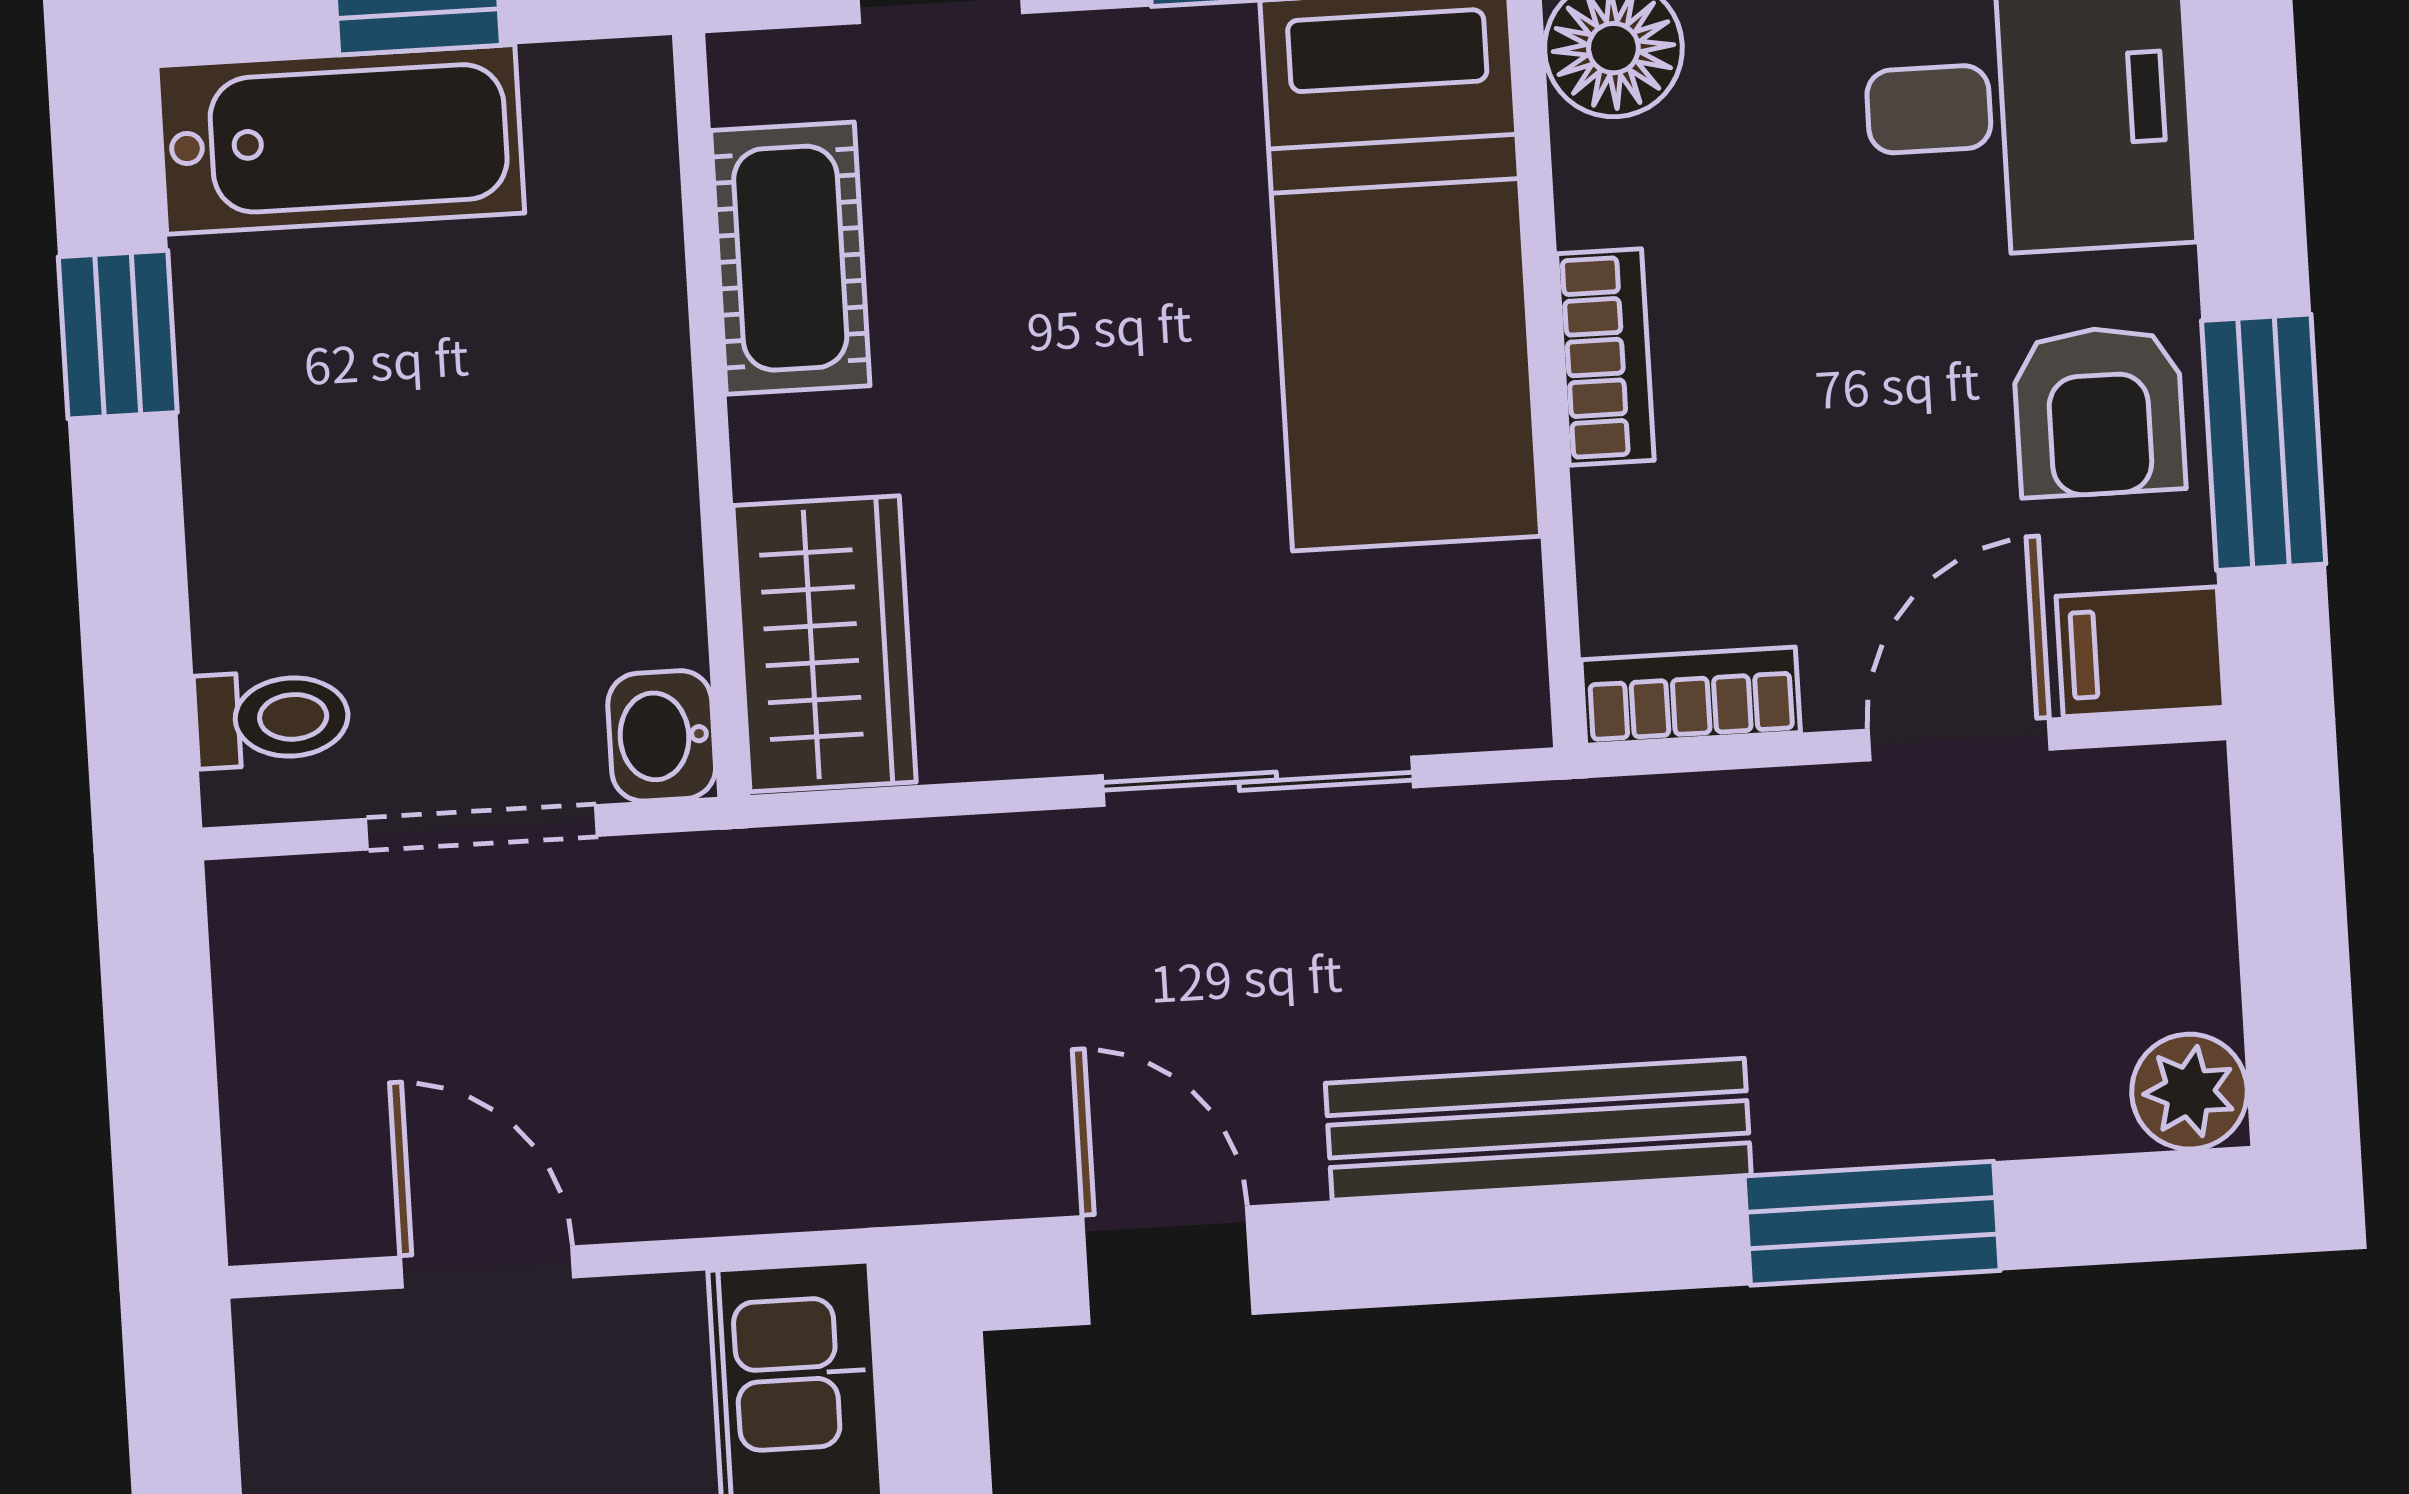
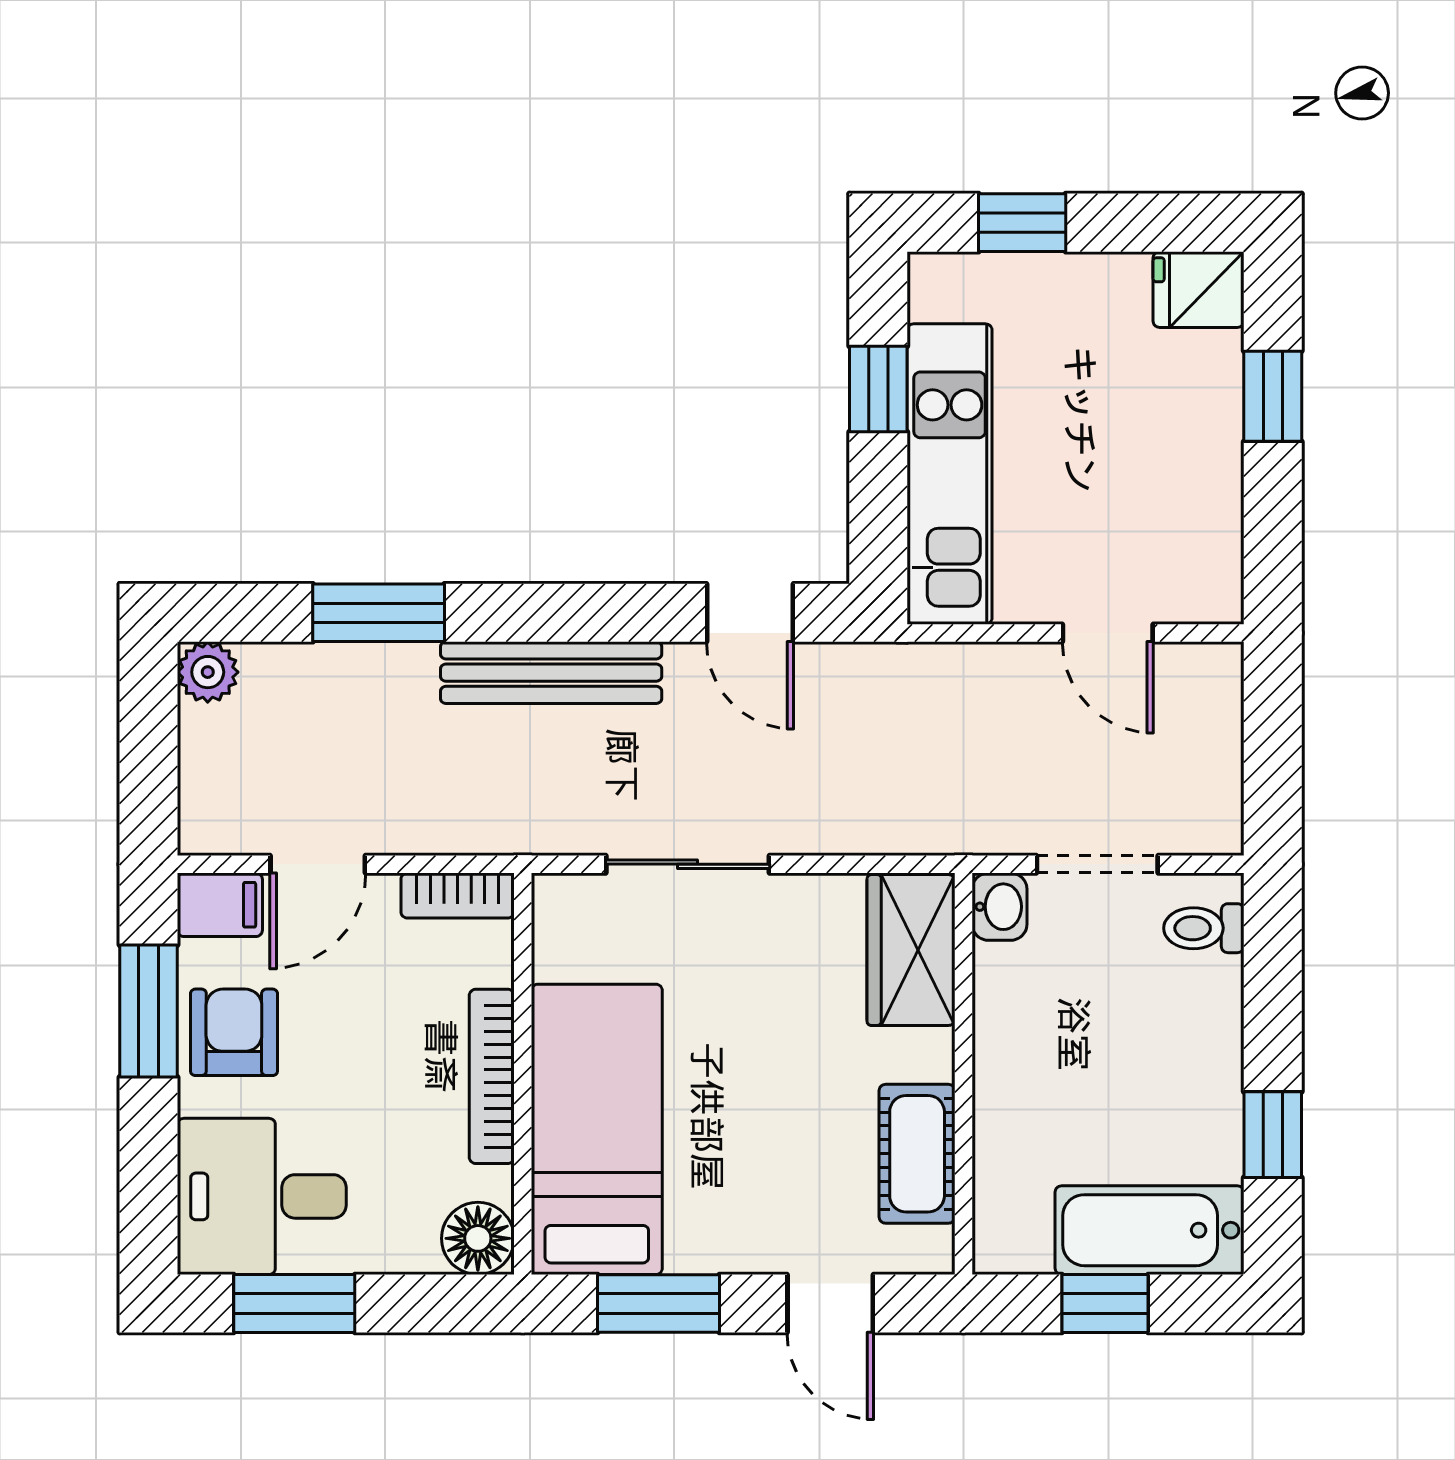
bookcase: (1605, 357) -> (492, 1076), width x1.56

